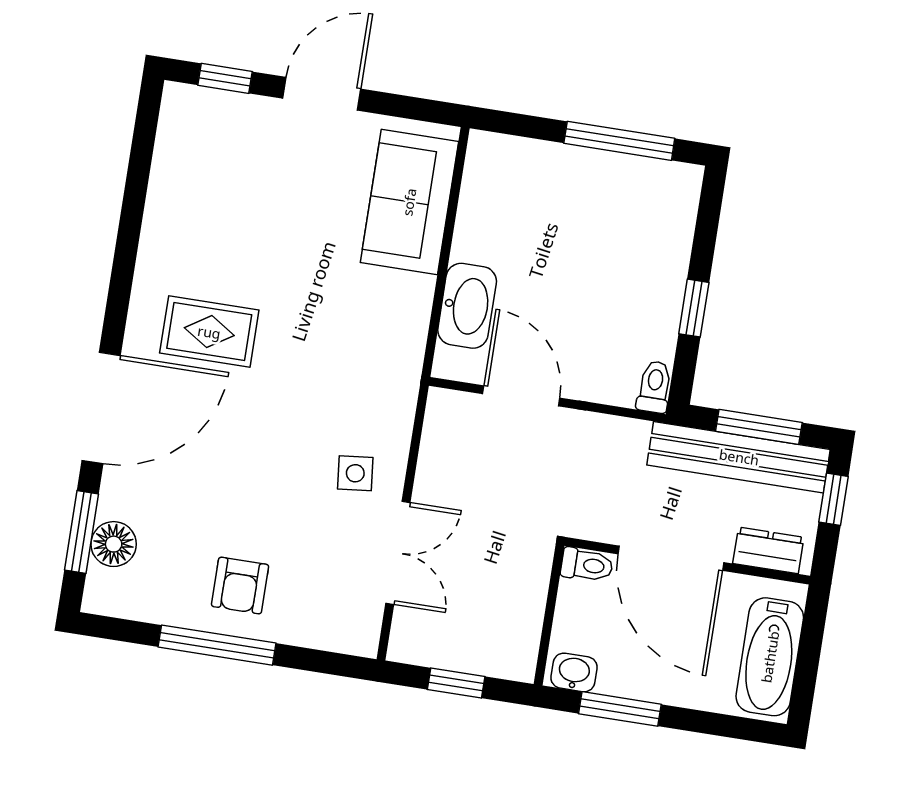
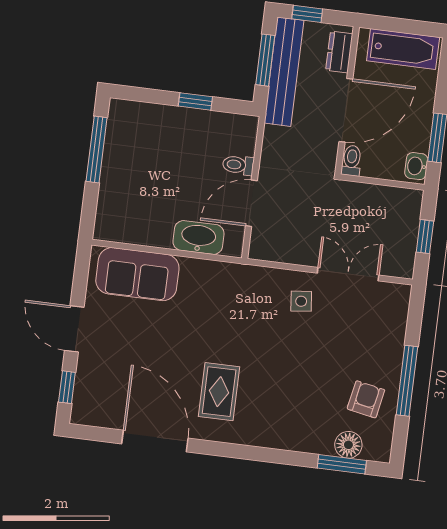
toilet: (654, 387) -> (238, 165), moved
door: (101, 408) -> (155, 441), moved
armchair: (240, 586) -> (366, 399), moved, turned -79

